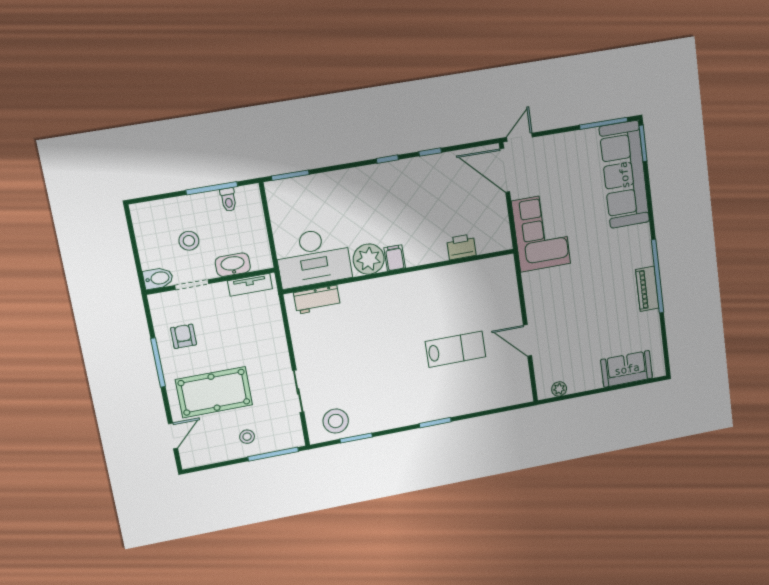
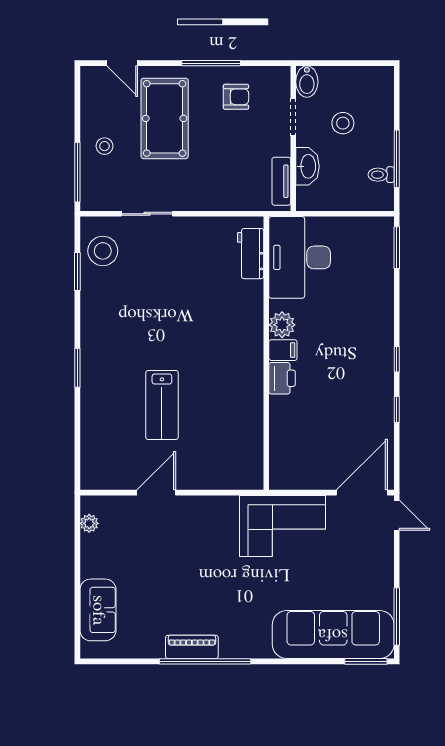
printer: (461, 247) -> (282, 378), moved
plant: (369, 259) -> (282, 325), width x0.73, depth x0.73

